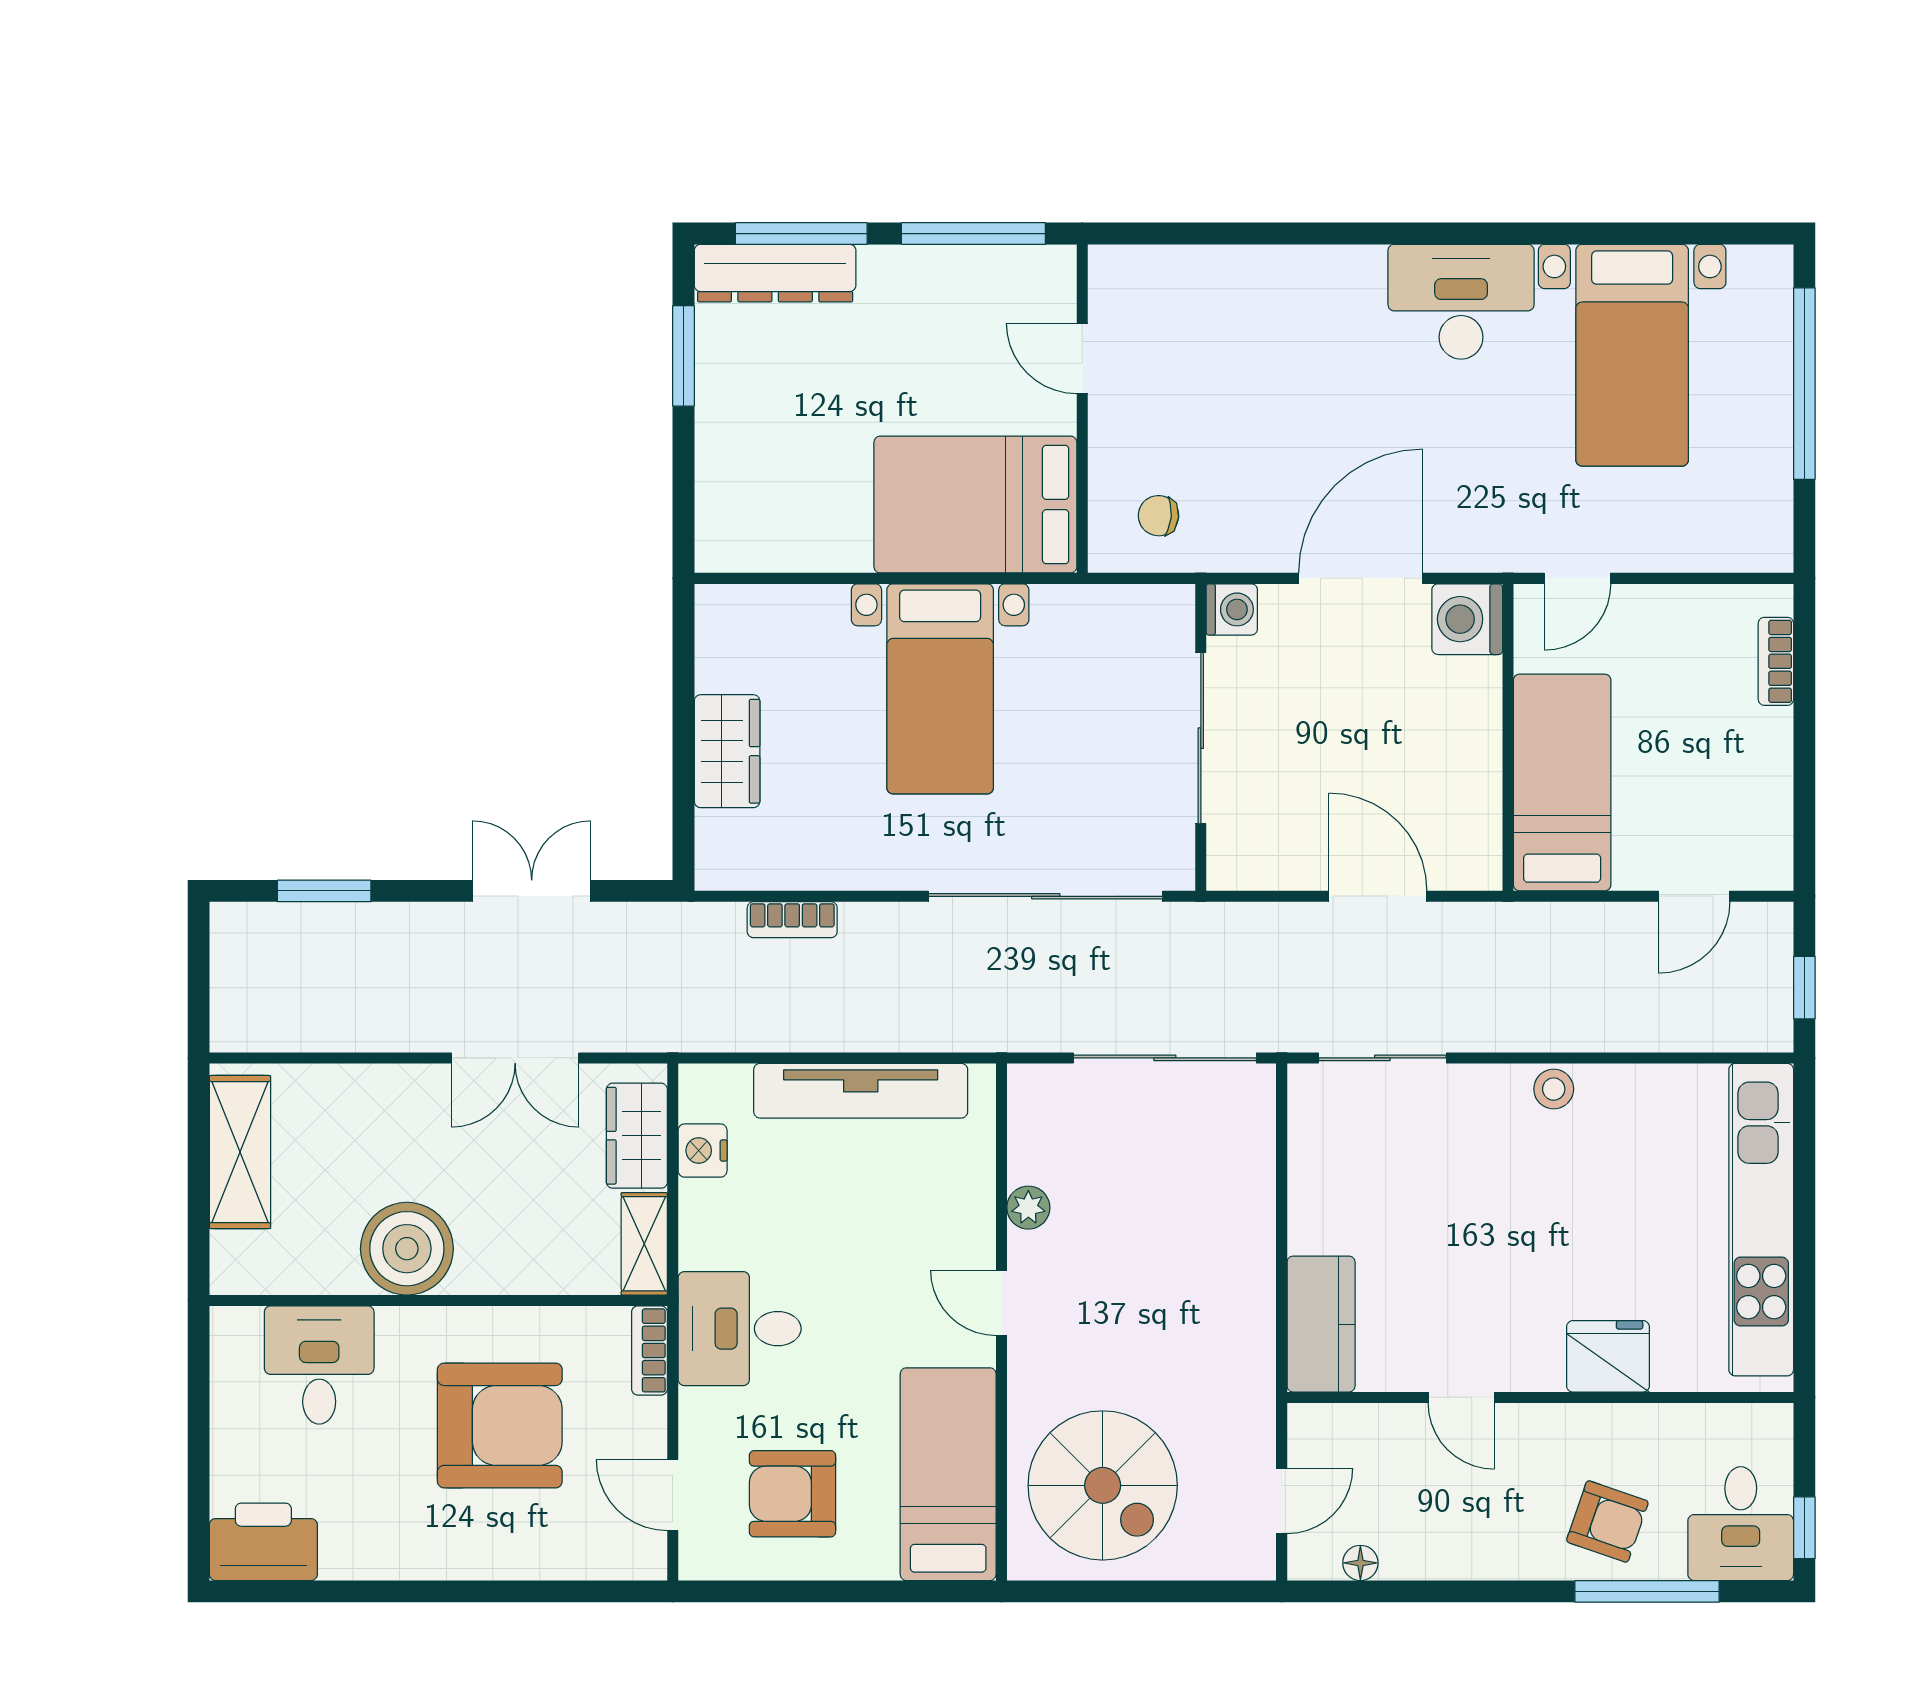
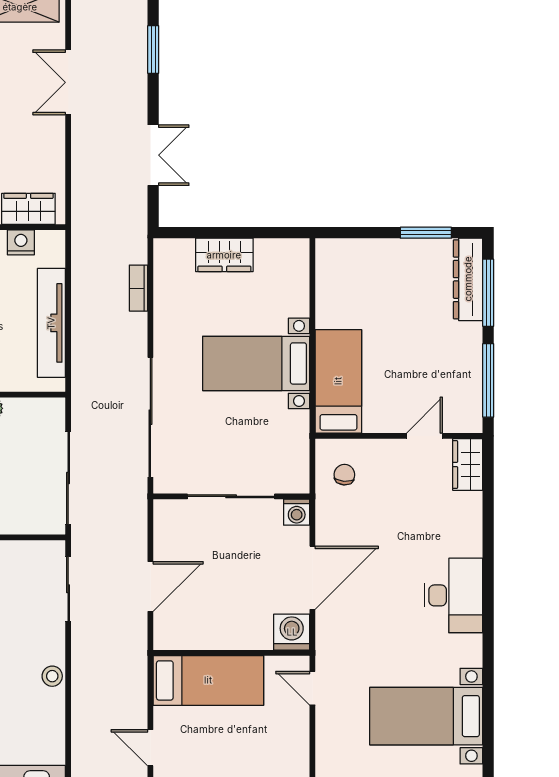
wardrobe: (1138, 274) -> (468, 464), added
desk: (1461, 302) -> (453, 595), moved
bed: (975, 505) -> (338, 381), width x0.67
door: (1361, 578) -> (312, 578), hinge flipped
double door: (515, 1058) -> (68, 82), moved

